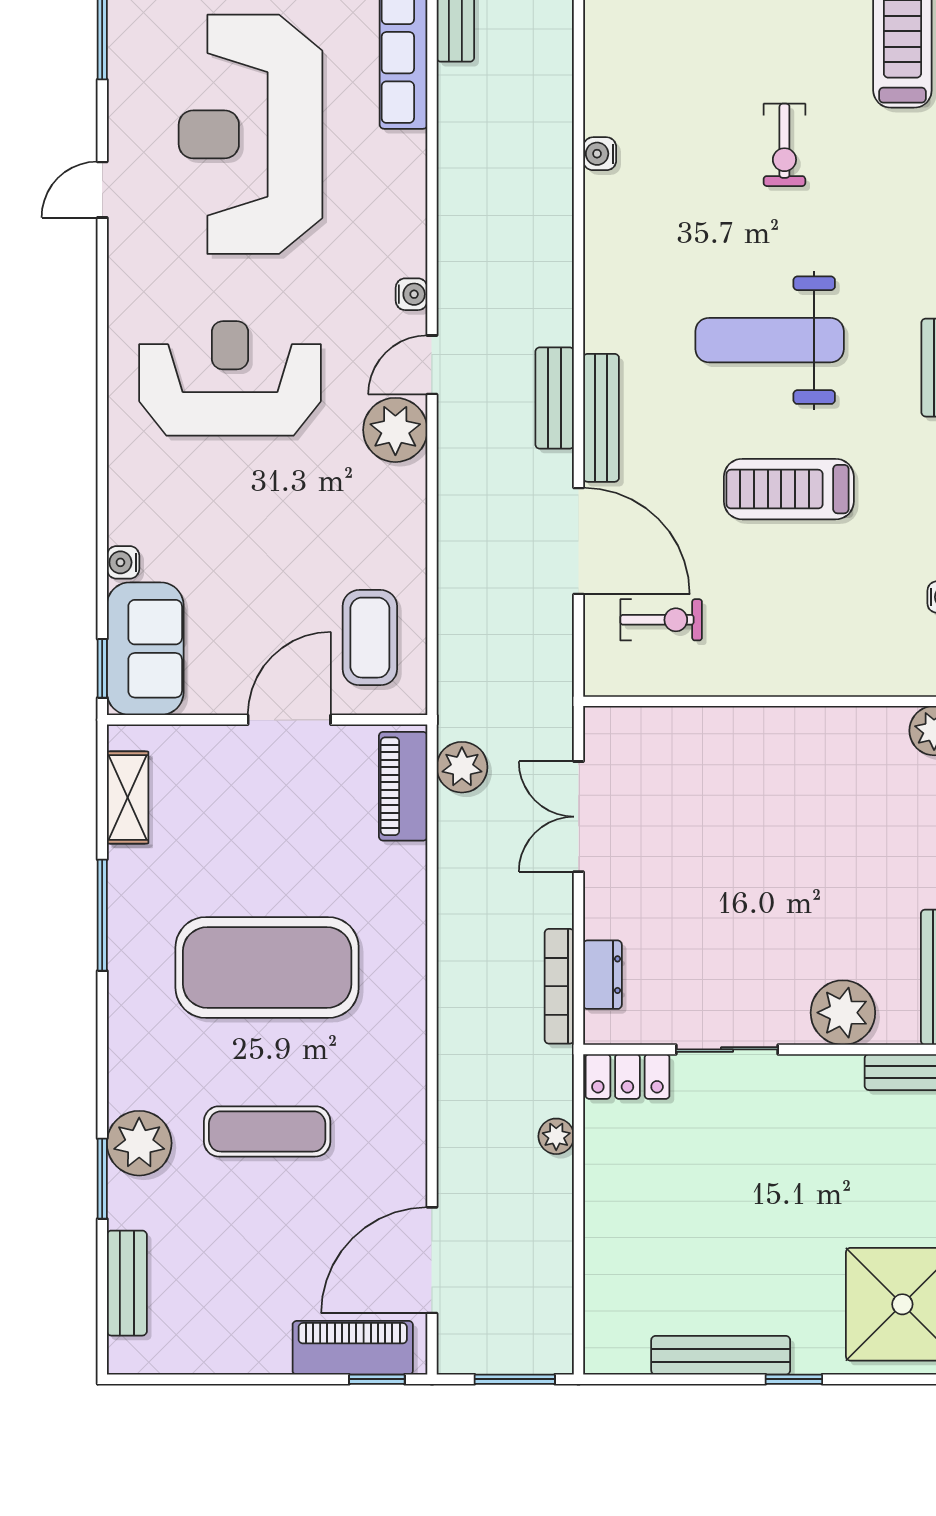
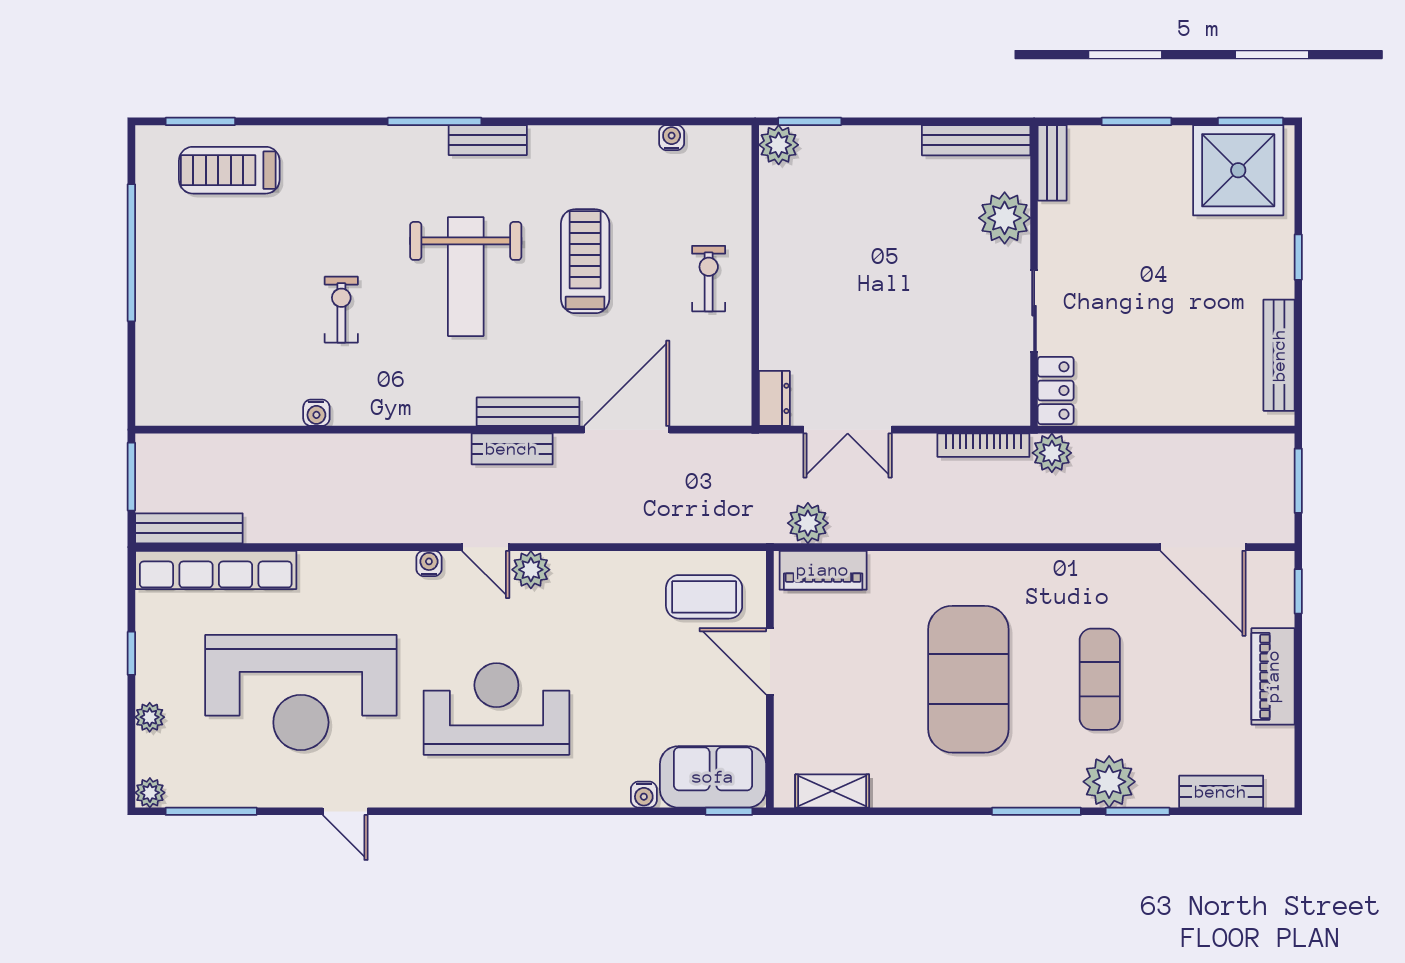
exercise bike: (784, 145) -> (341, 310), moved, turned -90
reception desk: (230, 378) -> (496, 709), turned 90
plant: (395, 430) -> (531, 570), width x0.73, depth x0.73
treadmill: (789, 489) -> (585, 261), turned 180
exercise bike: (661, 620) -> (709, 279), moved
window: (102, 915) -> (1036, 811), moved
dresser: (602, 975) -> (774, 398), moved, turned 90
plant: (556, 1136) -> (1052, 453), moved, width x1.38, depth x1.38
piano: (353, 1348) -> (1273, 676), moved
bench: (721, 1355) -> (1279, 355), moved

